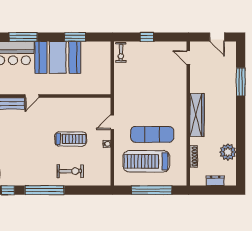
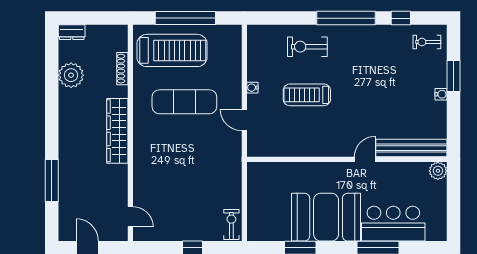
door: (112, 122) -> (244, 120), swing flipped
treadmill: (146, 161) -> (172, 50), moved
dresser: (215, 181) -> (72, 32), moved

